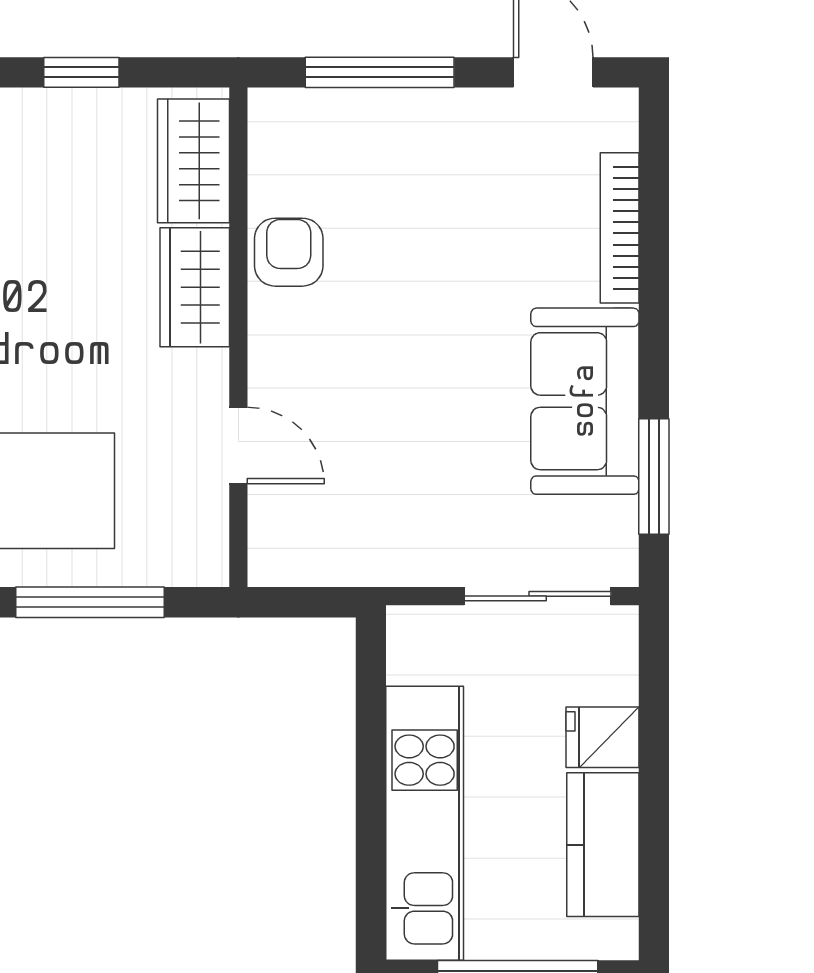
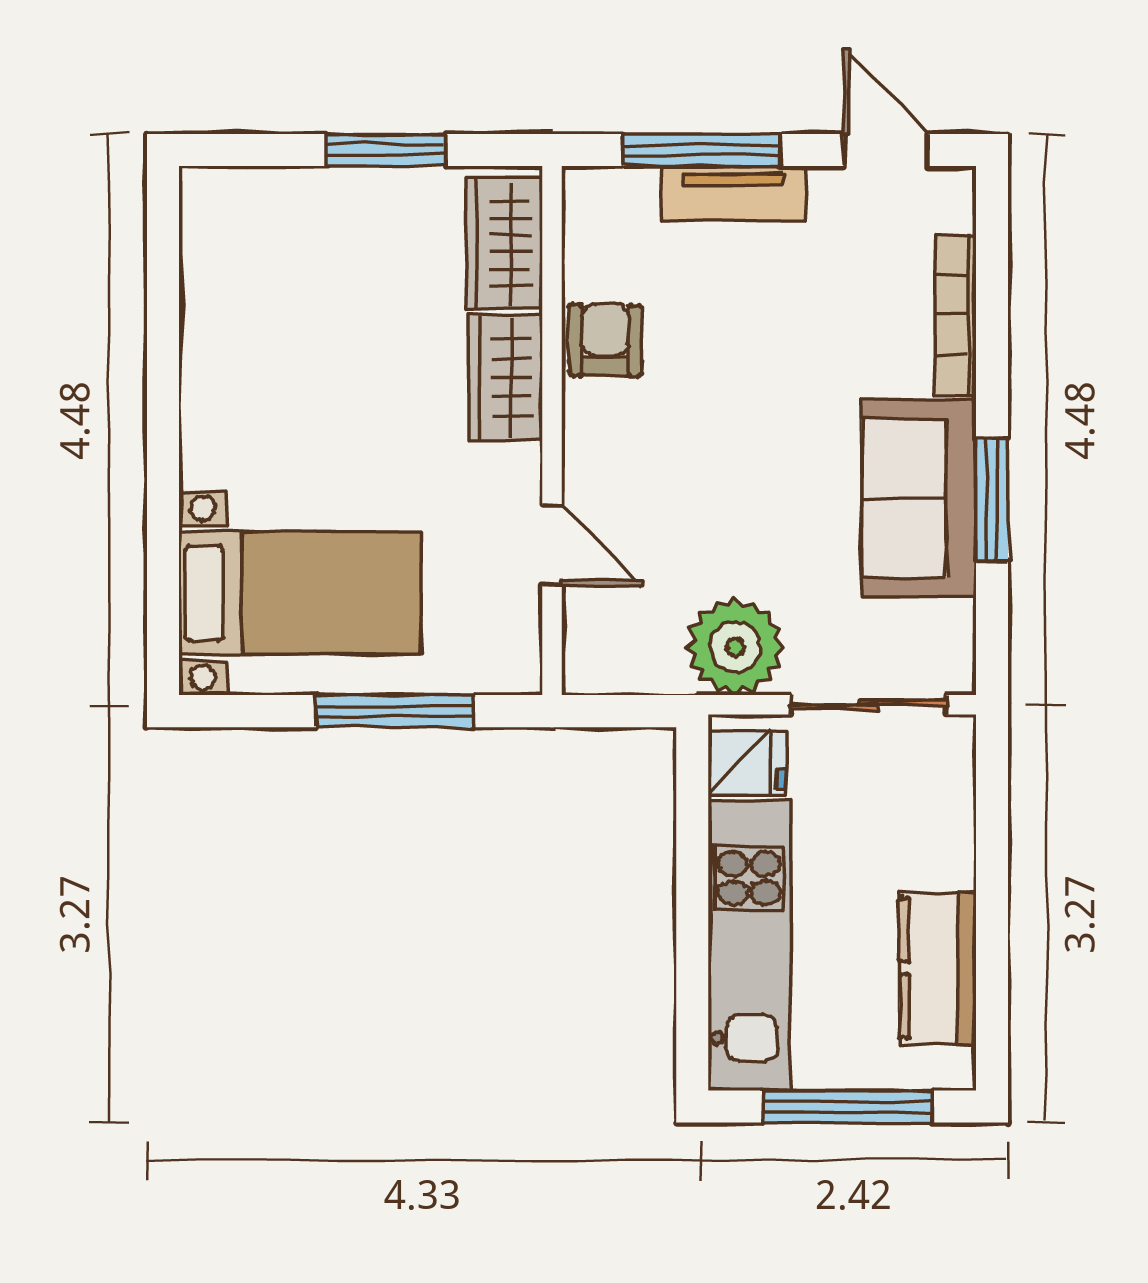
window: (81, 72) -> (386, 150), width x1.50
tv unit: (409, 113) -> (733, 194), added
window: (654, 477) -> (992, 499), moved
plant: (411, 541) -> (735, 647), added
fridge: (603, 737) -> (747, 763), moved, turned 180

